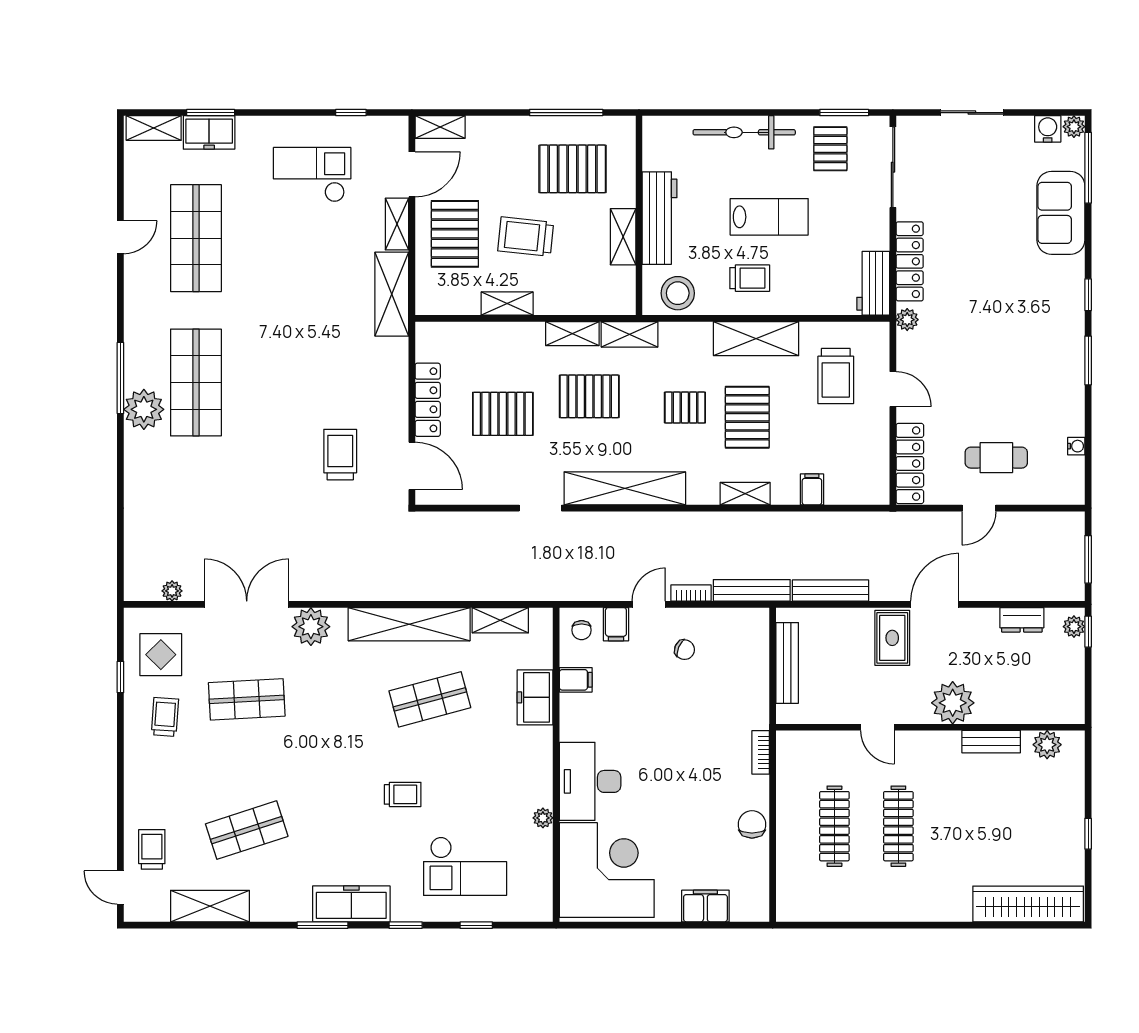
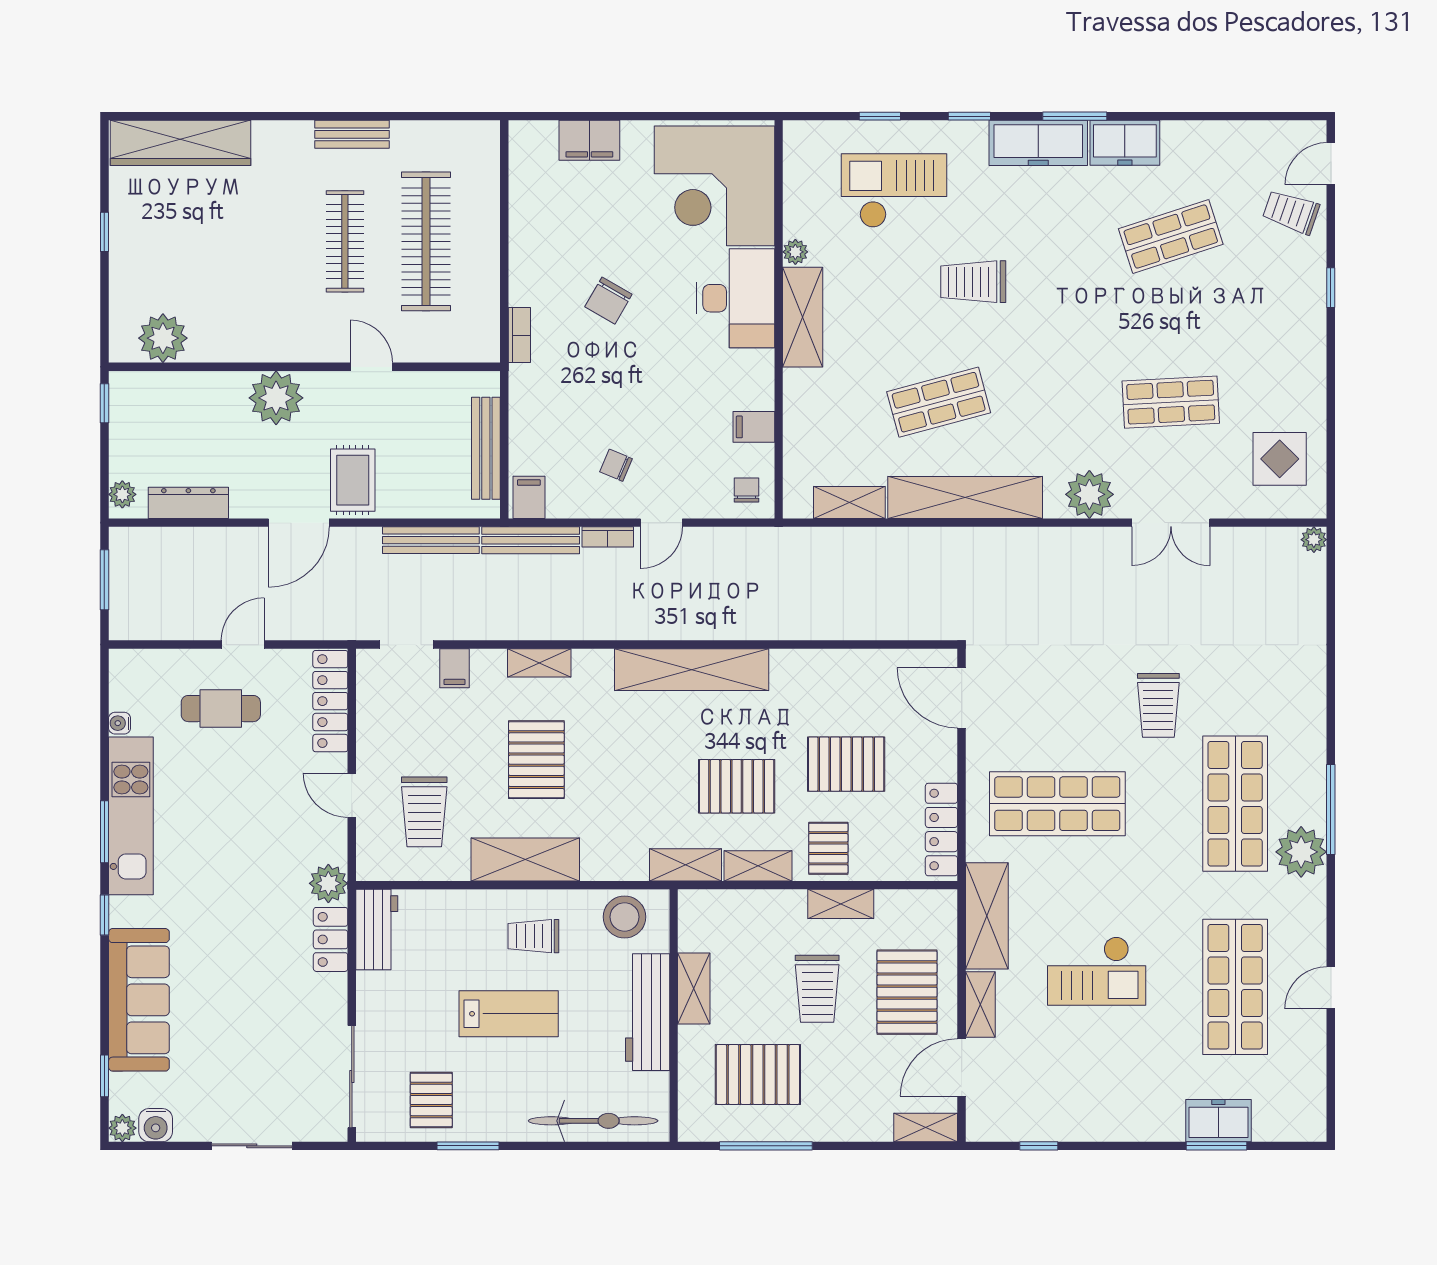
window: (844, 113) -> (468, 1146), moved
shelving: (154, 128) -> (1289, 1126), removed
bicycle: (744, 132) -> (593, 1121), moved
window: (1088, 168) -> (104, 1076), width x0.46
checkout: (312, 175) -> (1097, 971), moved
sofa: (1061, 213) -> (139, 1000), width x1.36
lab bench: (769, 217) -> (509, 1014), turned 180
trolley: (526, 237) -> (817, 989), turned 84
locker: (910, 261) -> (331, 939), width x0.66
plant: (907, 320) -> (328, 883), width x1.38, depth x1.38
kitchen unit: (1067, 373) -> (131, 816), added
trolley: (836, 376) -> (424, 812), turned 180
shop shelf: (336, 383) -> (1057, 804), added
locker: (428, 400) -> (941, 830), moved
pallet: (685, 408) -> (828, 848), moved, turned 90
plant: (144, 409) -> (1301, 852), moved
trolley: (340, 455) -> (1158, 705), moved
doorway: (540, 508) -> (407, 645), moved
plant: (172, 591) -> (1314, 540), moved
double door: (247, 604) -> (1171, 523), width x0.73
dresser: (1022, 620) -> (188, 503), width x1.44
filing cabinet: (616, 624) -> (529, 497), moved
window: (1088, 632) -> (104, 403), moved
window: (120, 677) -> (1331, 288), moved
freezer: (535, 697) -> (1125, 143), moved, turned 90
trolley: (165, 717) -> (1274, 380), removed
bench: (991, 742) -> (352, 134), moved
plant: (1047, 745) -> (163, 338), width x1.36, depth x1.36
trolley: (403, 794) -> (973, 282), width x1.36, depth x1.39
chair: (752, 824) -> (608, 301), moved, turned 30
clothes rail: (834, 826) -> (426, 241), width x1.37, depth x1.31
trolley: (152, 849) -> (1291, 212), turned 109
door: (120, 888) -> (1331, 164), swing flipped
shelving: (210, 906) -> (803, 317), moved, turned 90

